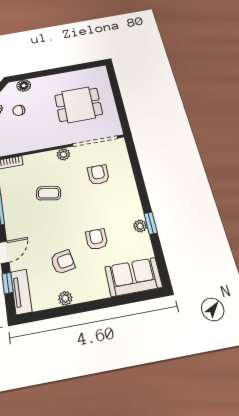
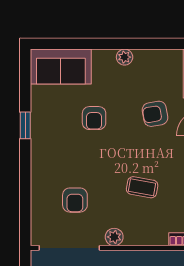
plant: (140, 226) -> (39, 124), removed
armchair: (63, 262) -> (155, 114), moved
plant: (65, 298) -> (125, 57), moved

